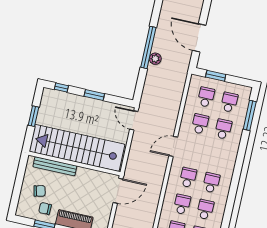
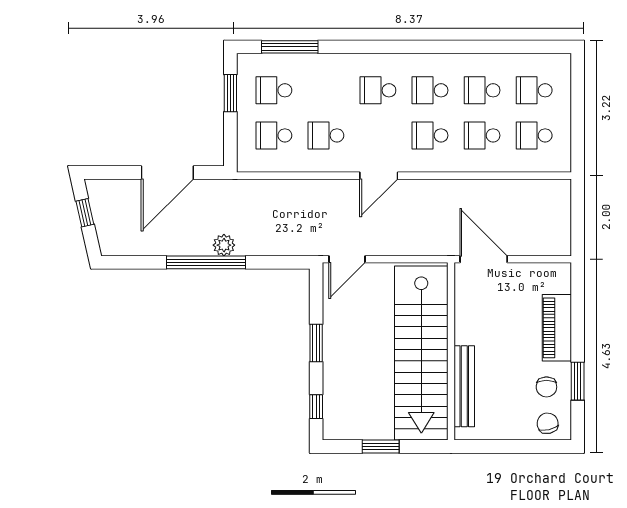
window: (216, 76) -> (230, 93), moved
school desk: (223, 129) -> (378, 90), moved
door: (173, 146) -> (379, 176), hinge flipped
chair: (40, 191) -> (548, 423), moved

